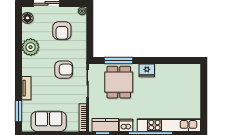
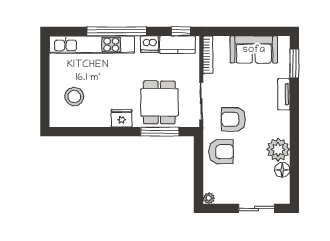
floor lamp: (27, 18) -> (282, 170), moved
armchair: (62, 31) -> (221, 152), moved, turned 90
stool: (182, 87) -> (74, 96), added

